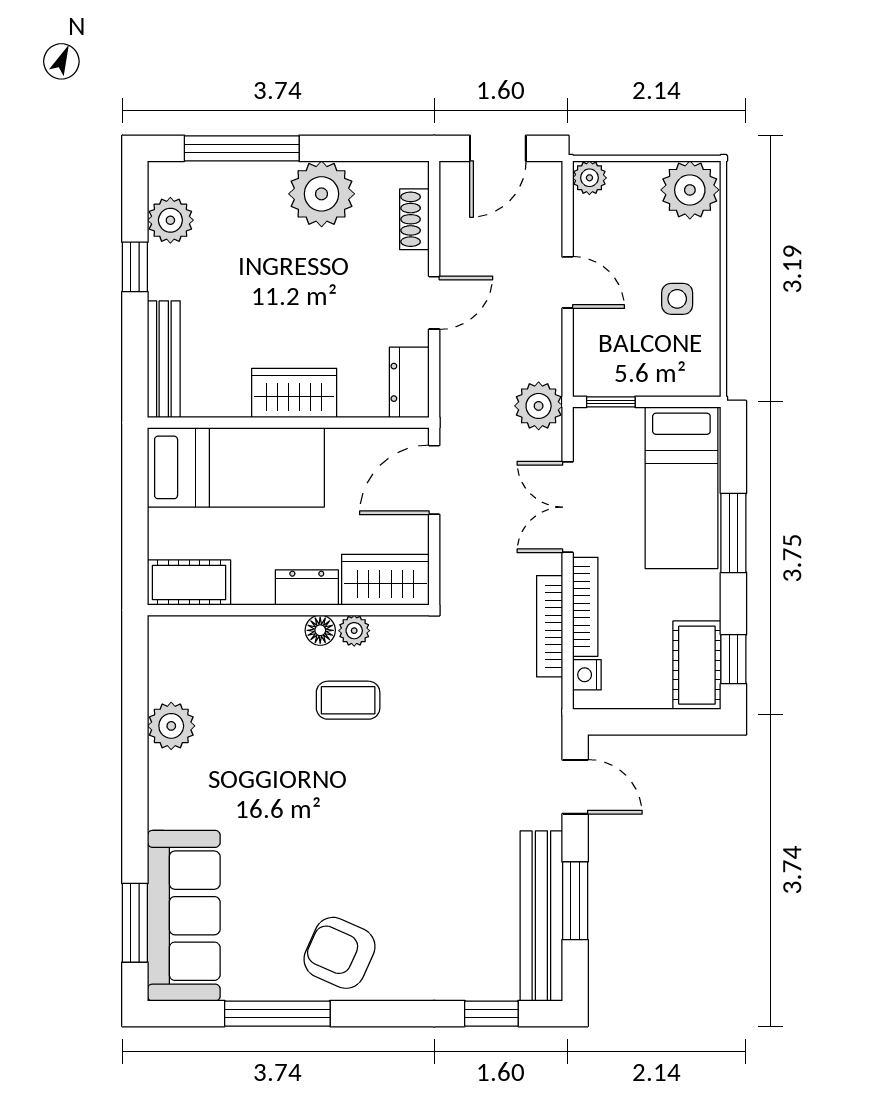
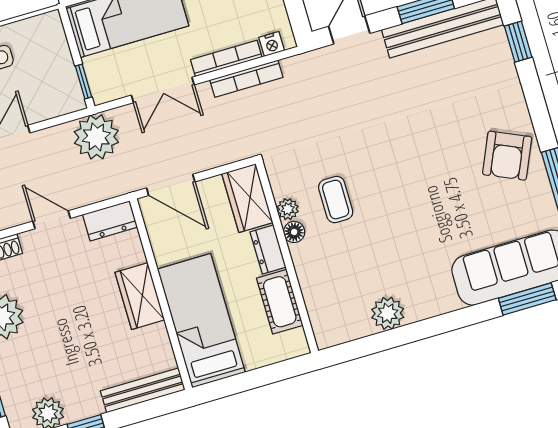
plant: (539, 406) -> (96, 137), width x1.36, depth x1.36
cot: (189, 583) -> (280, 302), moved

